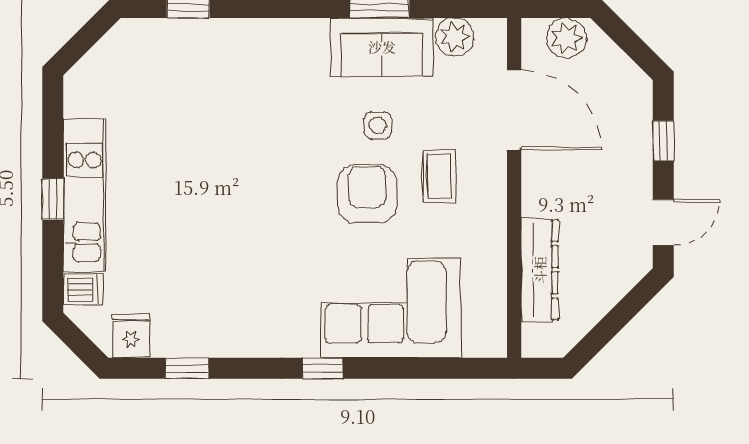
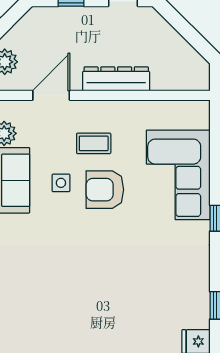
door: (514, 110) -> (51, 95), width x0.73
dresser: (540, 270) -> (116, 79), moved

